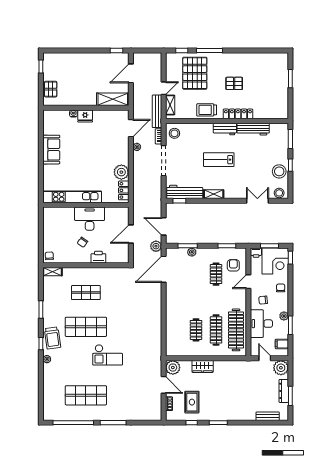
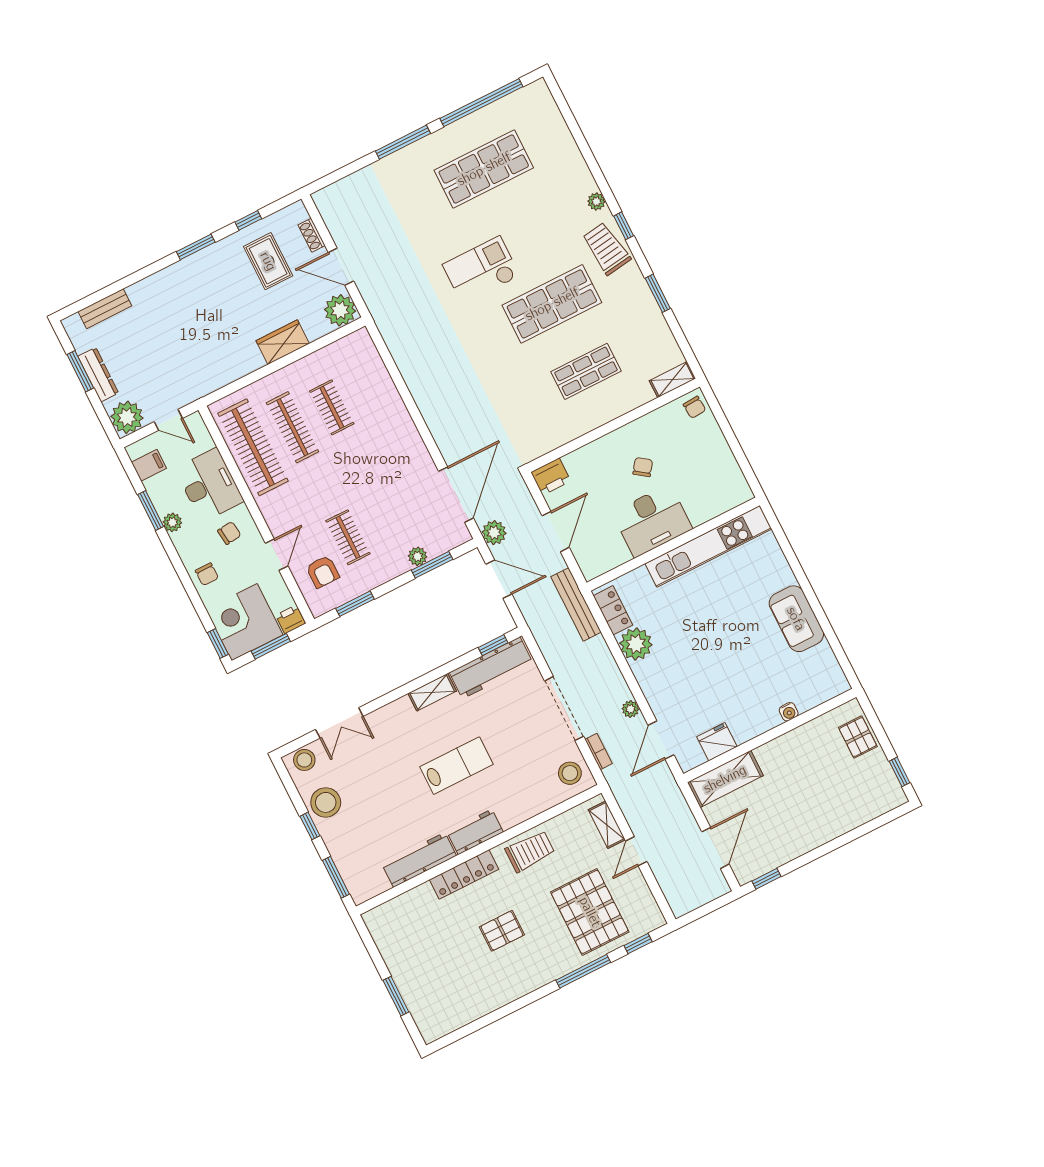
bench: (157, 111) -> (576, 604), moved
fridge: (85, 116) -> (717, 742), moved
printer: (98, 257) -> (551, 477), moved

